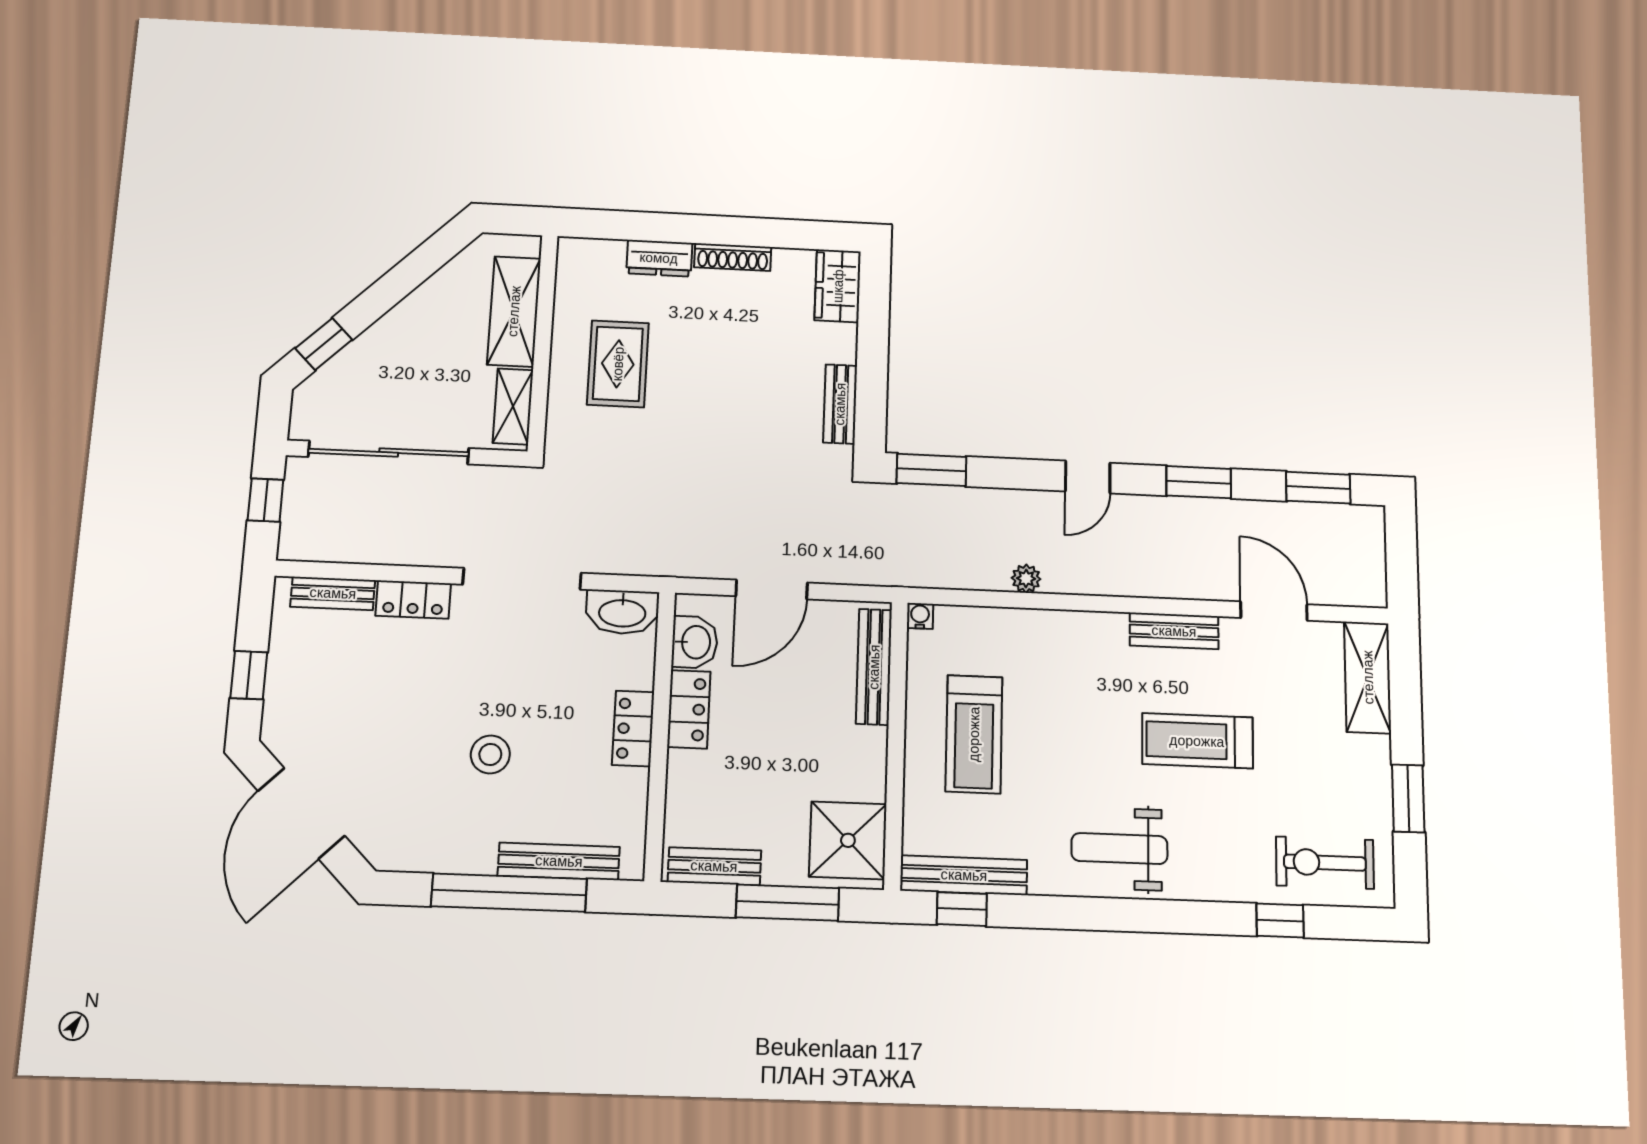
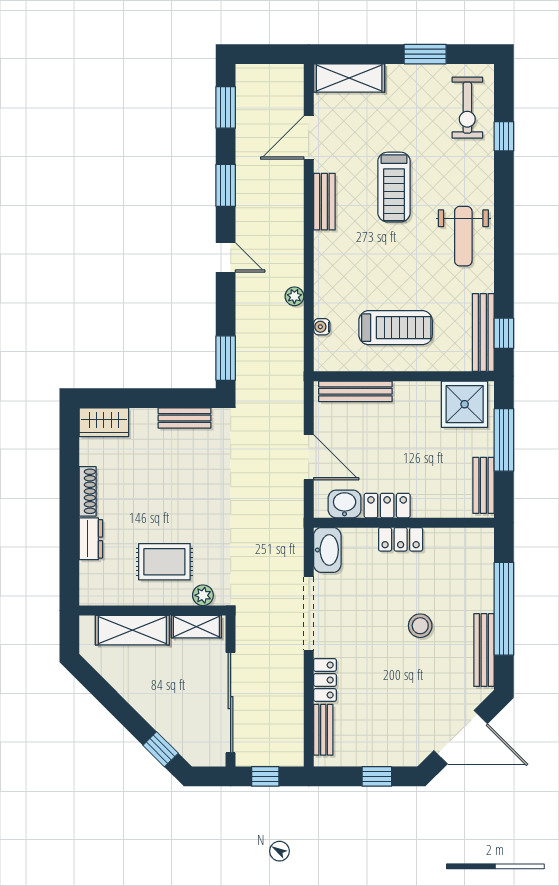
plant: (562, 419) -> (203, 595), added
water cooler: (920, 616) -> (322, 327), moved
bench: (559, 861) -> (484, 650), moved

